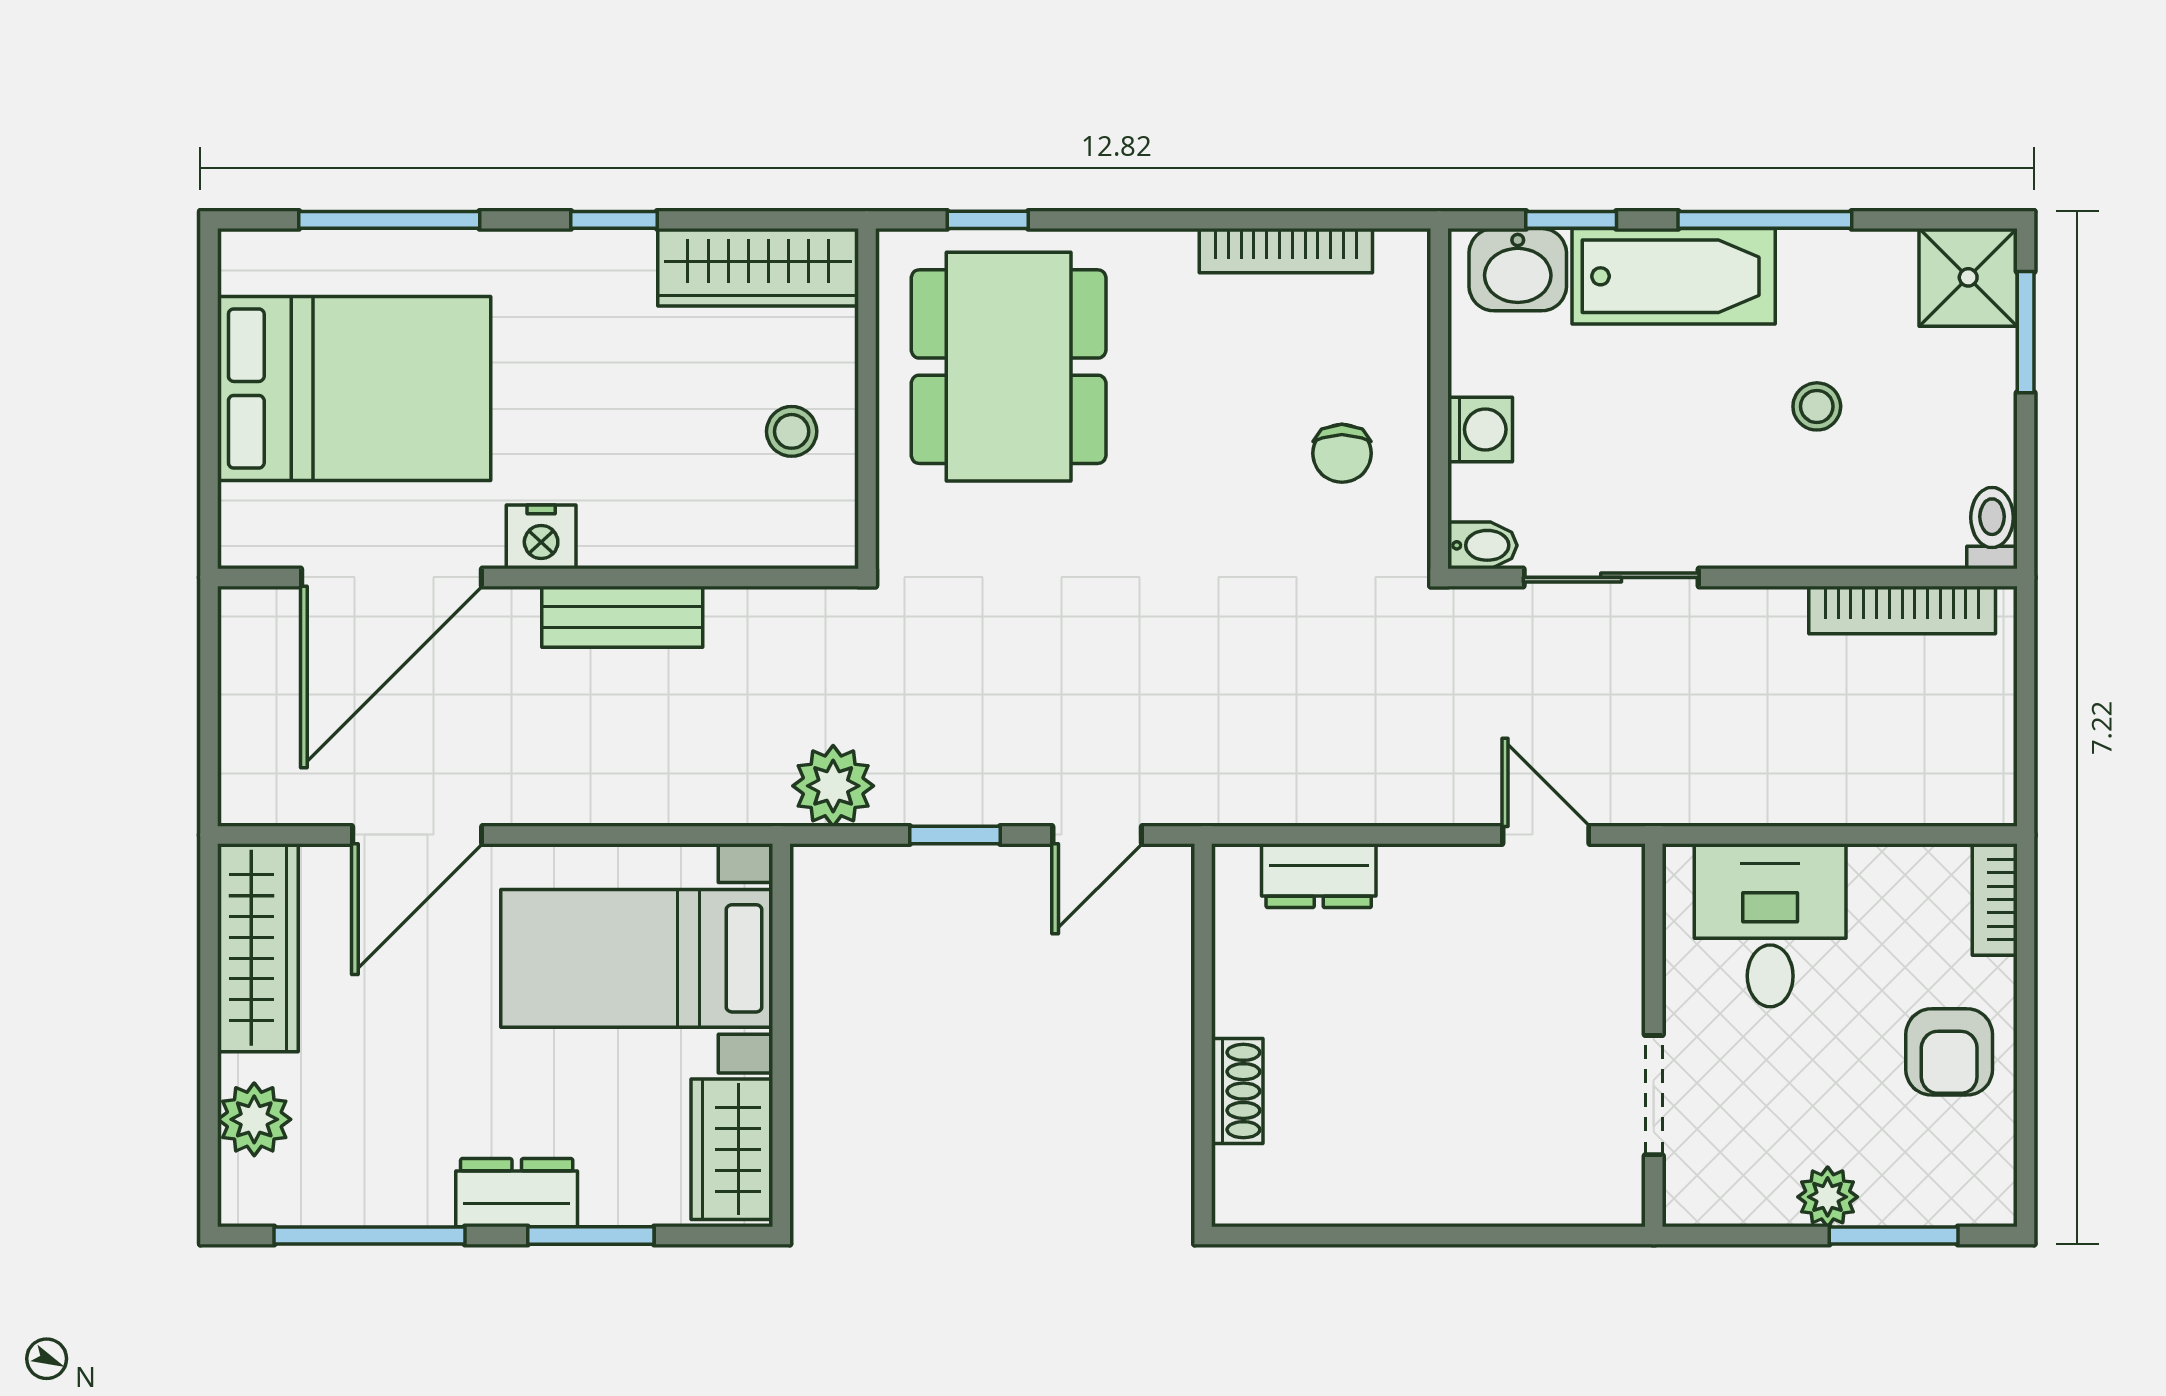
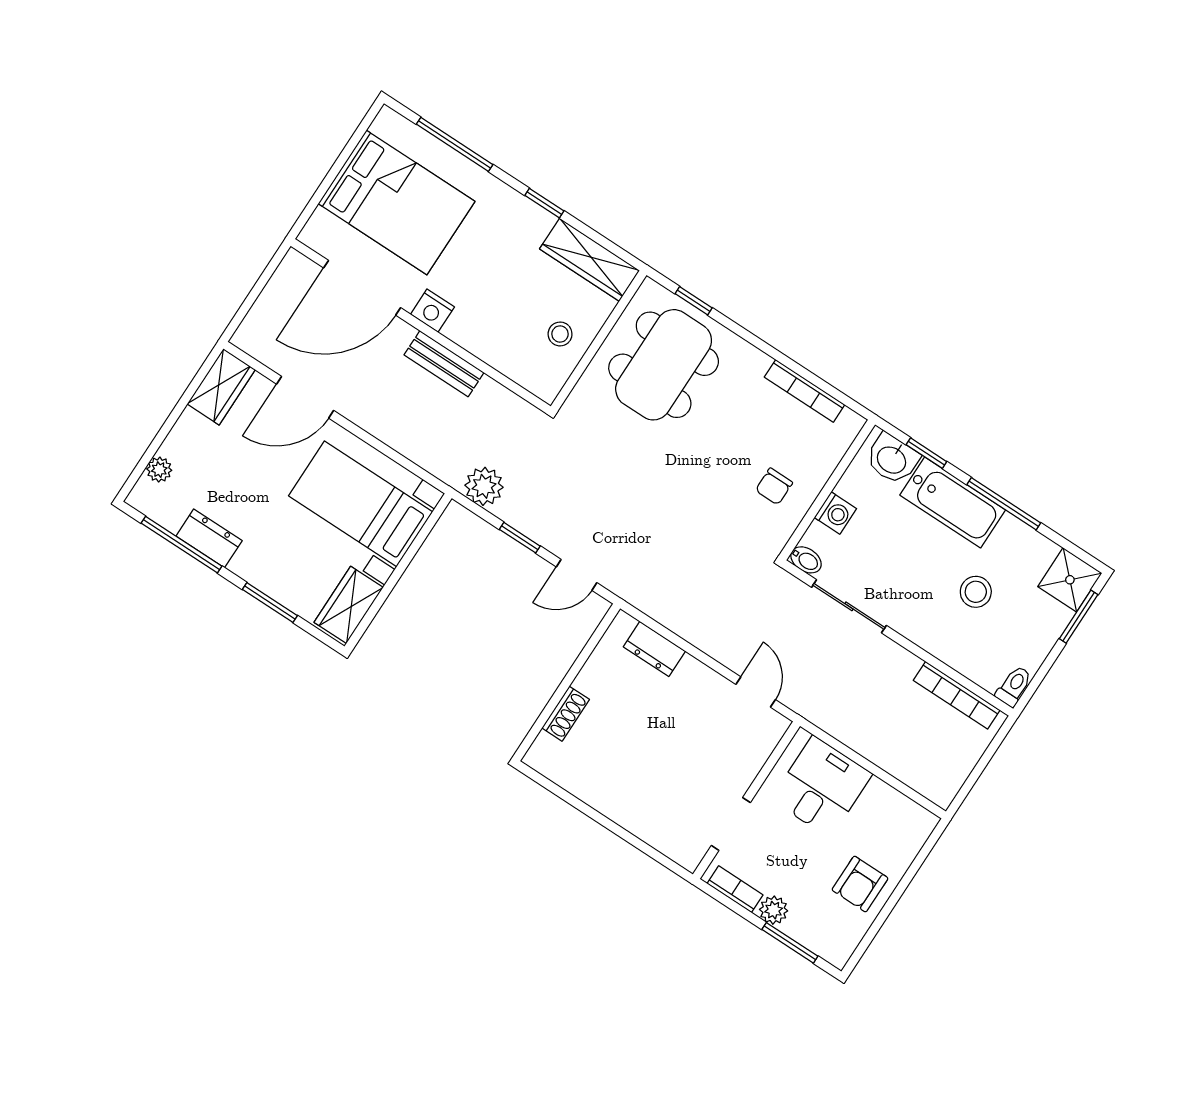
stool: (1817, 406) -> (976, 592), width x1.37, depth x1.37
bookcase: (1995, 899) -> (735, 889), moved, turned 90
wardrobe: (258, 948) -> (221, 387), width x0.67
plant: (254, 1119) -> (159, 470), width x0.73, depth x0.73
dresser: (517, 1193) -> (209, 538), moved

